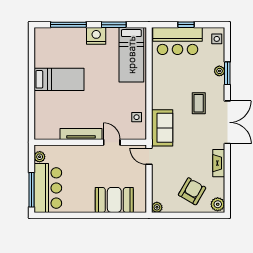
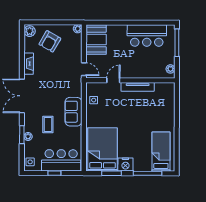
bed: (131, 55) -> (103, 149), width x1.50
bed: (59, 79) -> (161, 152), moved, turned 90
coffee table: (199, 103) -> (48, 124), moved
sofa: (162, 128) -> (73, 112), moved
door: (112, 142) -> (113, 80), swing flipped
bar counter: (48, 188) -> (147, 35), moved, turned -90
booth: (114, 200) -> (96, 39), moved, turned 90

